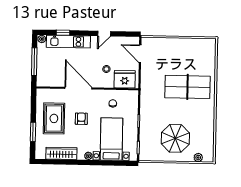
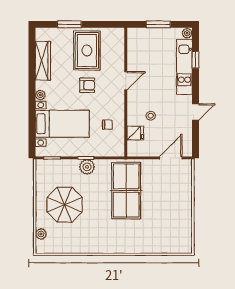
door: (104, 34) -> (196, 112), swing flipped
window: (34, 62) -> (158, 24), width x0.69
fridge: (125, 79) -> (135, 133), width x0.53, depth x0.75
table tennis table: (187, 87) -> (126, 191), moved
door: (78, 88) -> (126, 81), width x0.53
rug: (54, 118) -> (87, 51), turned 90
plant: (146, 120) -> (87, 167), added

